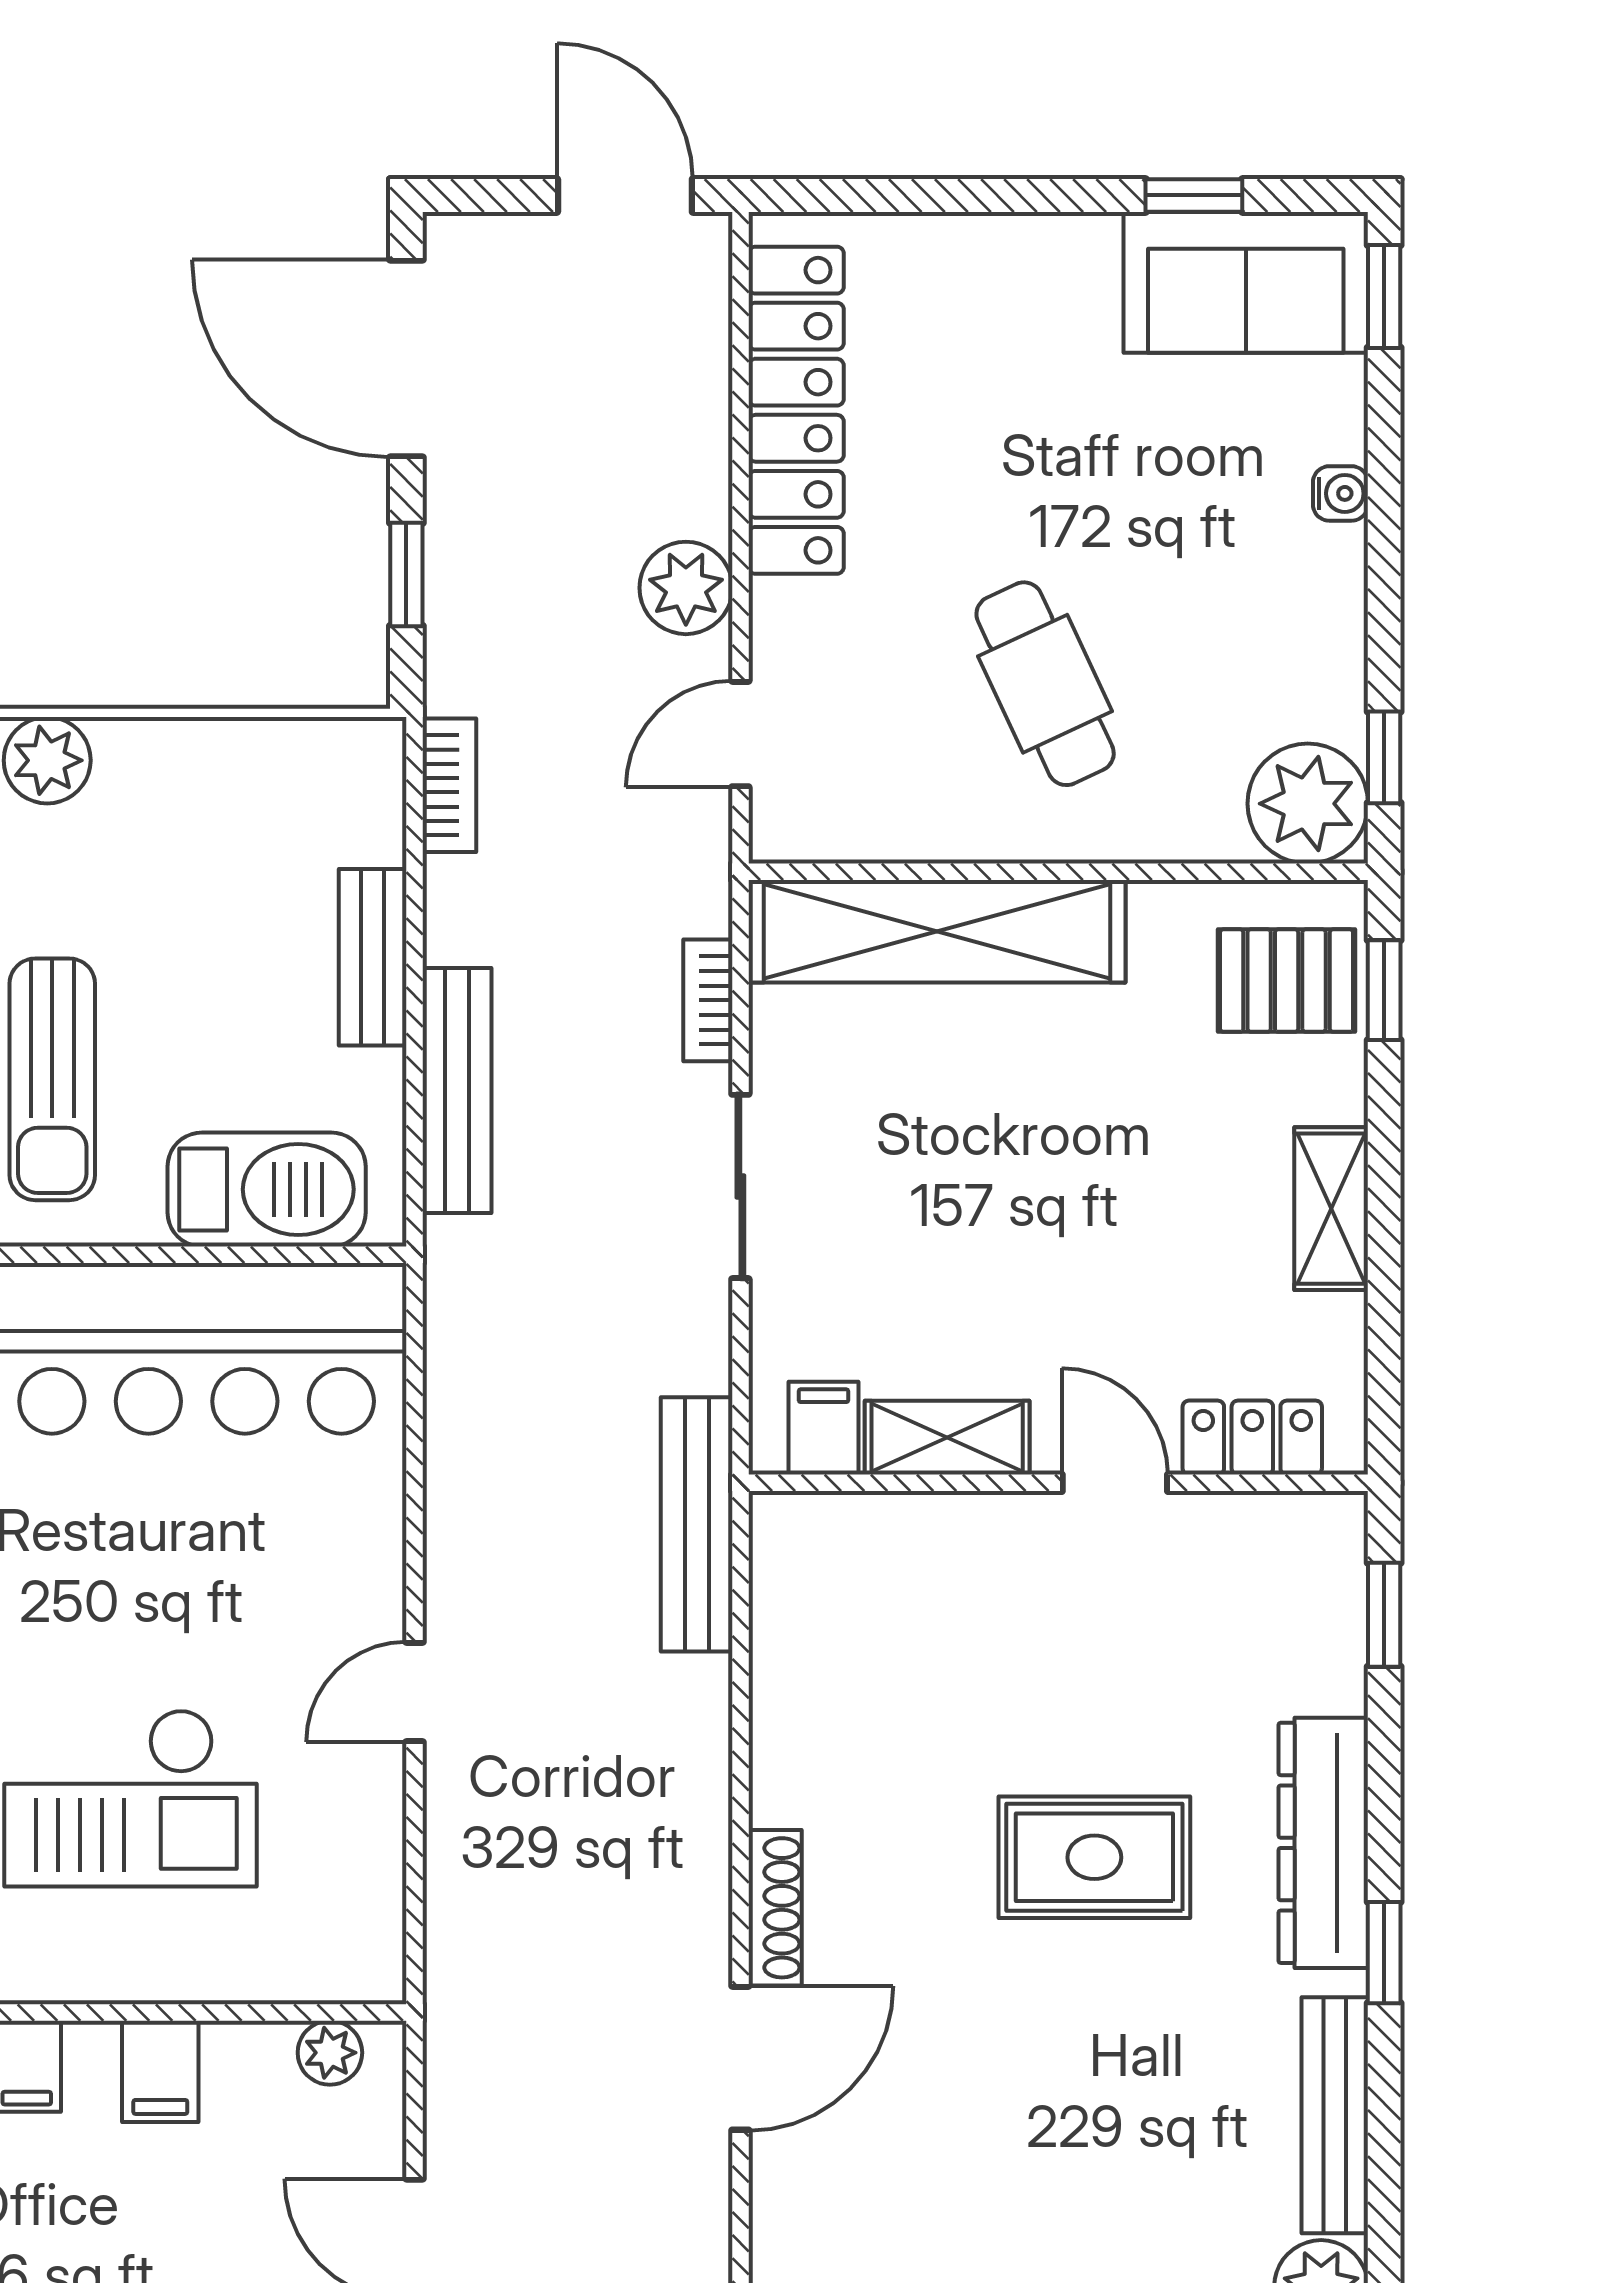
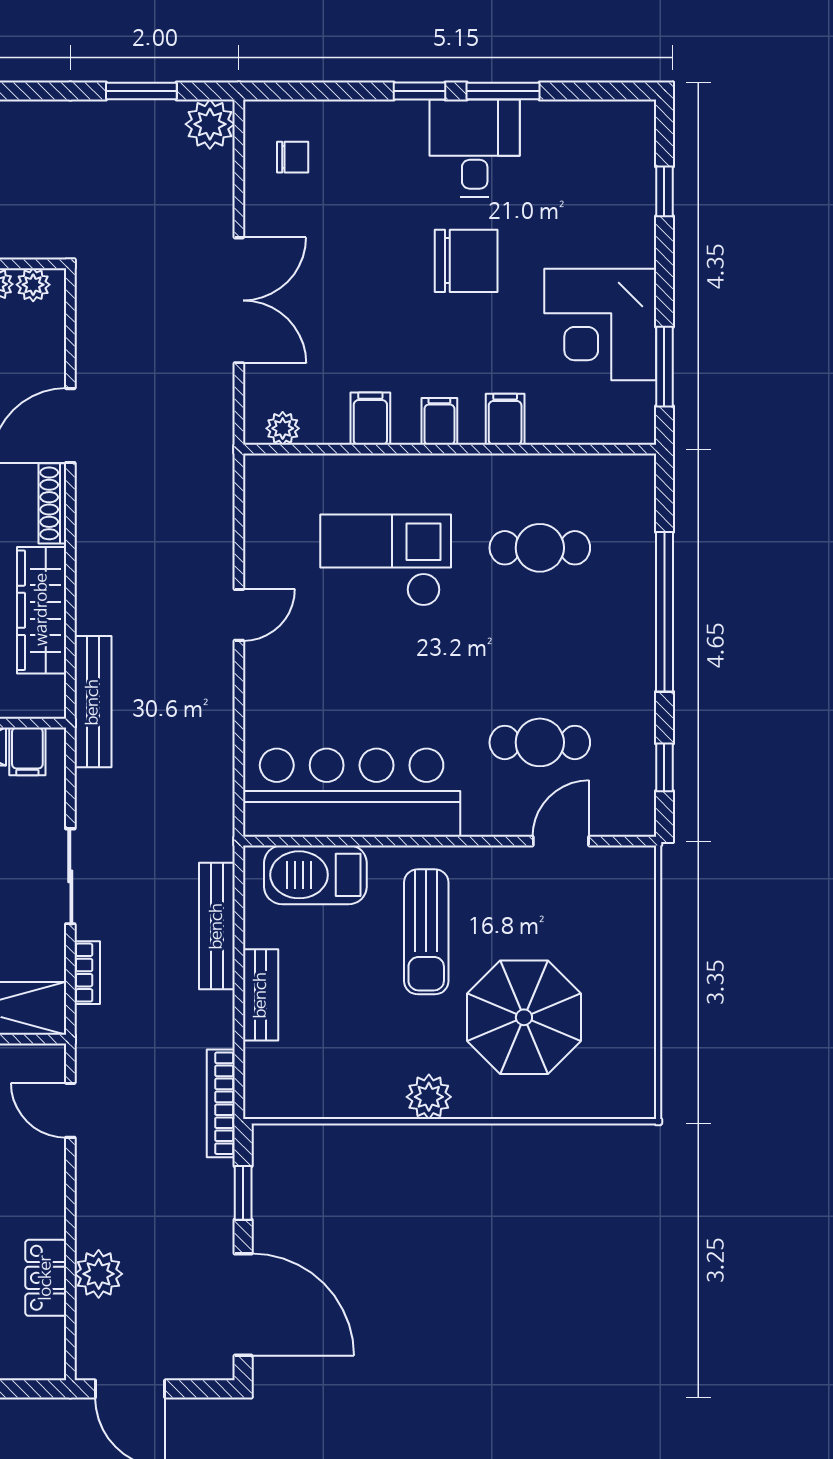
locker: (796, 410) -> (46, 1278), width x0.46, depth x0.83
plant: (686, 588) -> (99, 1274), moved
door: (740, 734) -> (70, 1110), swing flipped
bookcase: (449, 785) -> (221, 1103), width x1.56
sun lounger: (52, 1079) -> (426, 932), turned 180
wardrobe: (796, 1701) -> (42, 610), added

